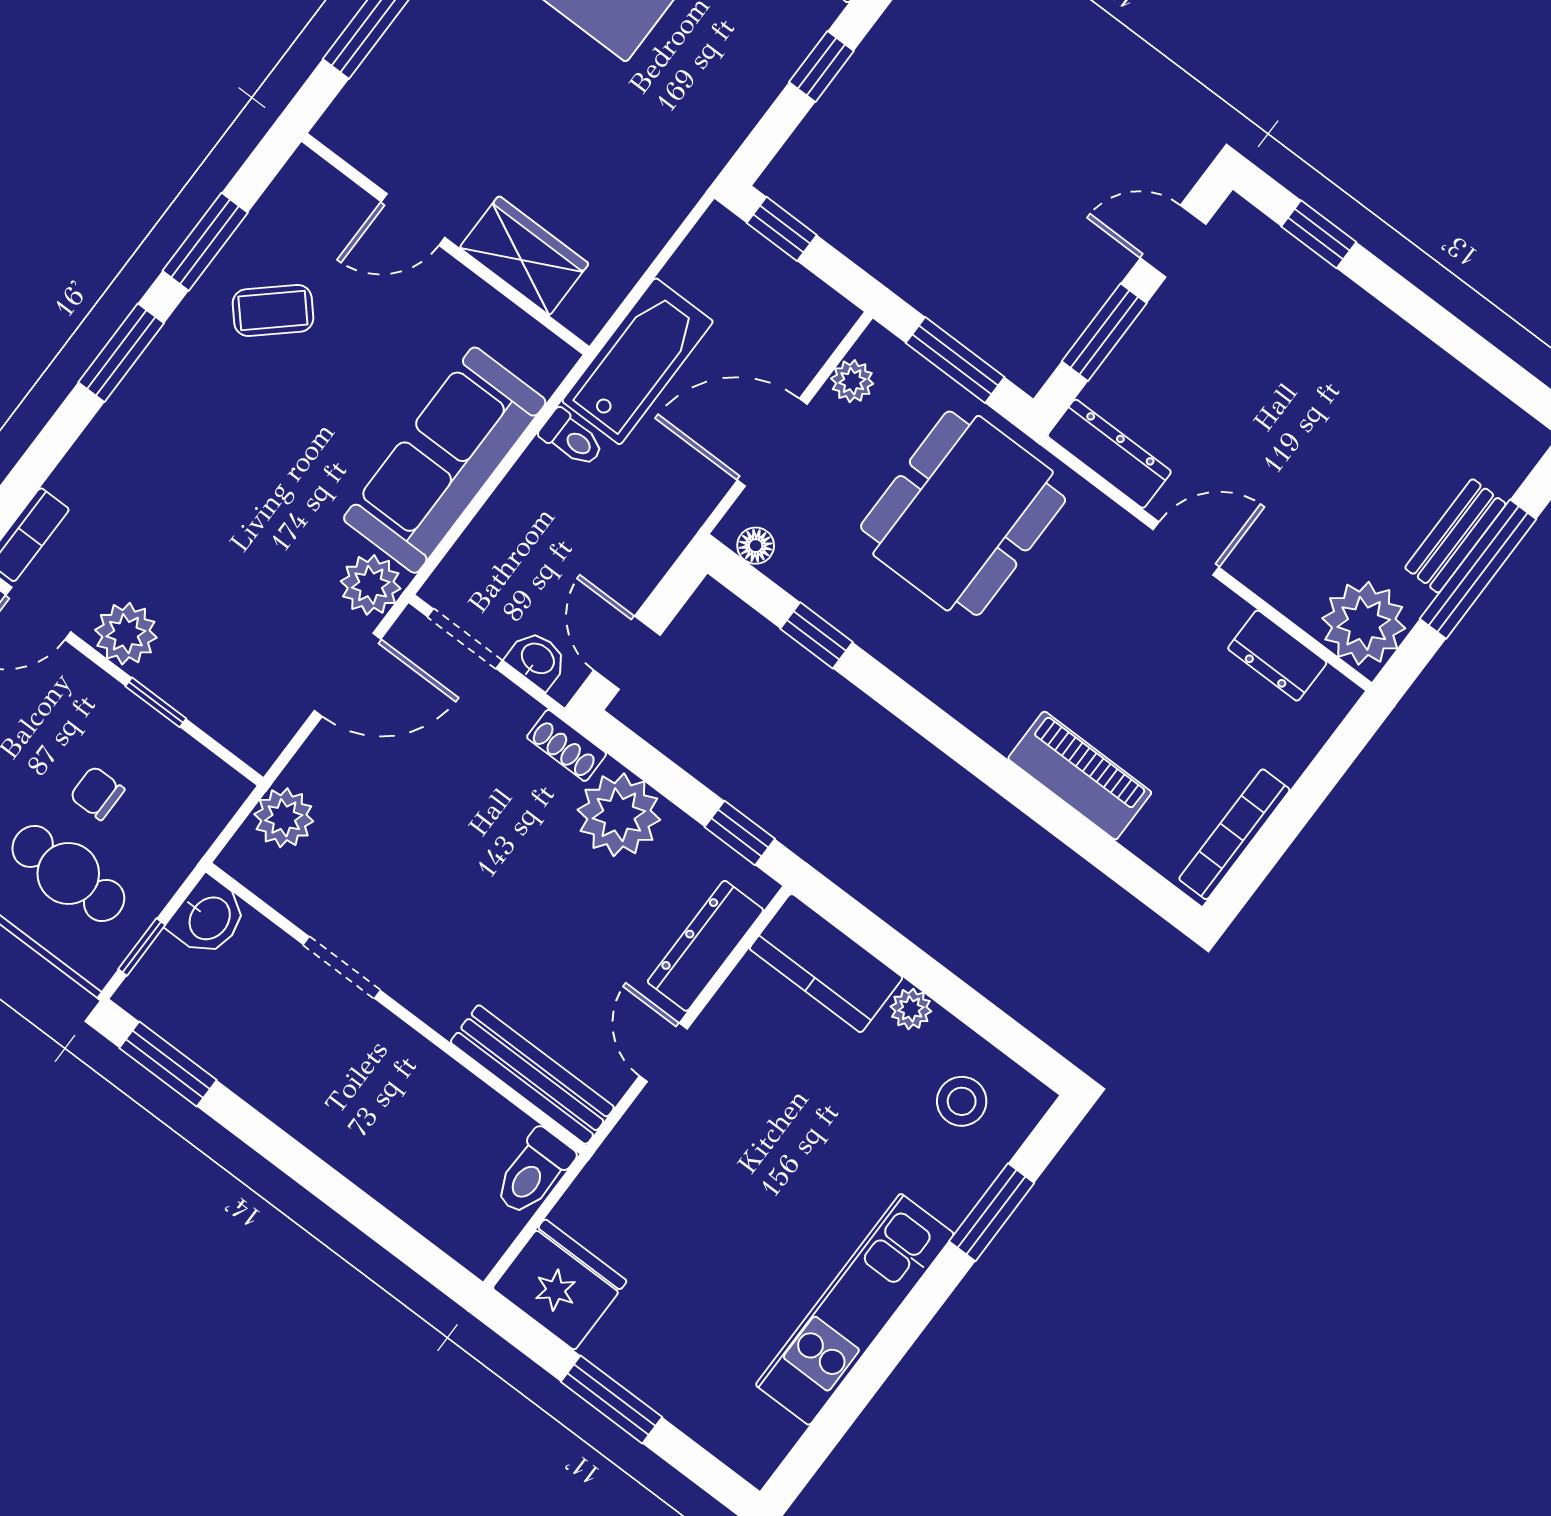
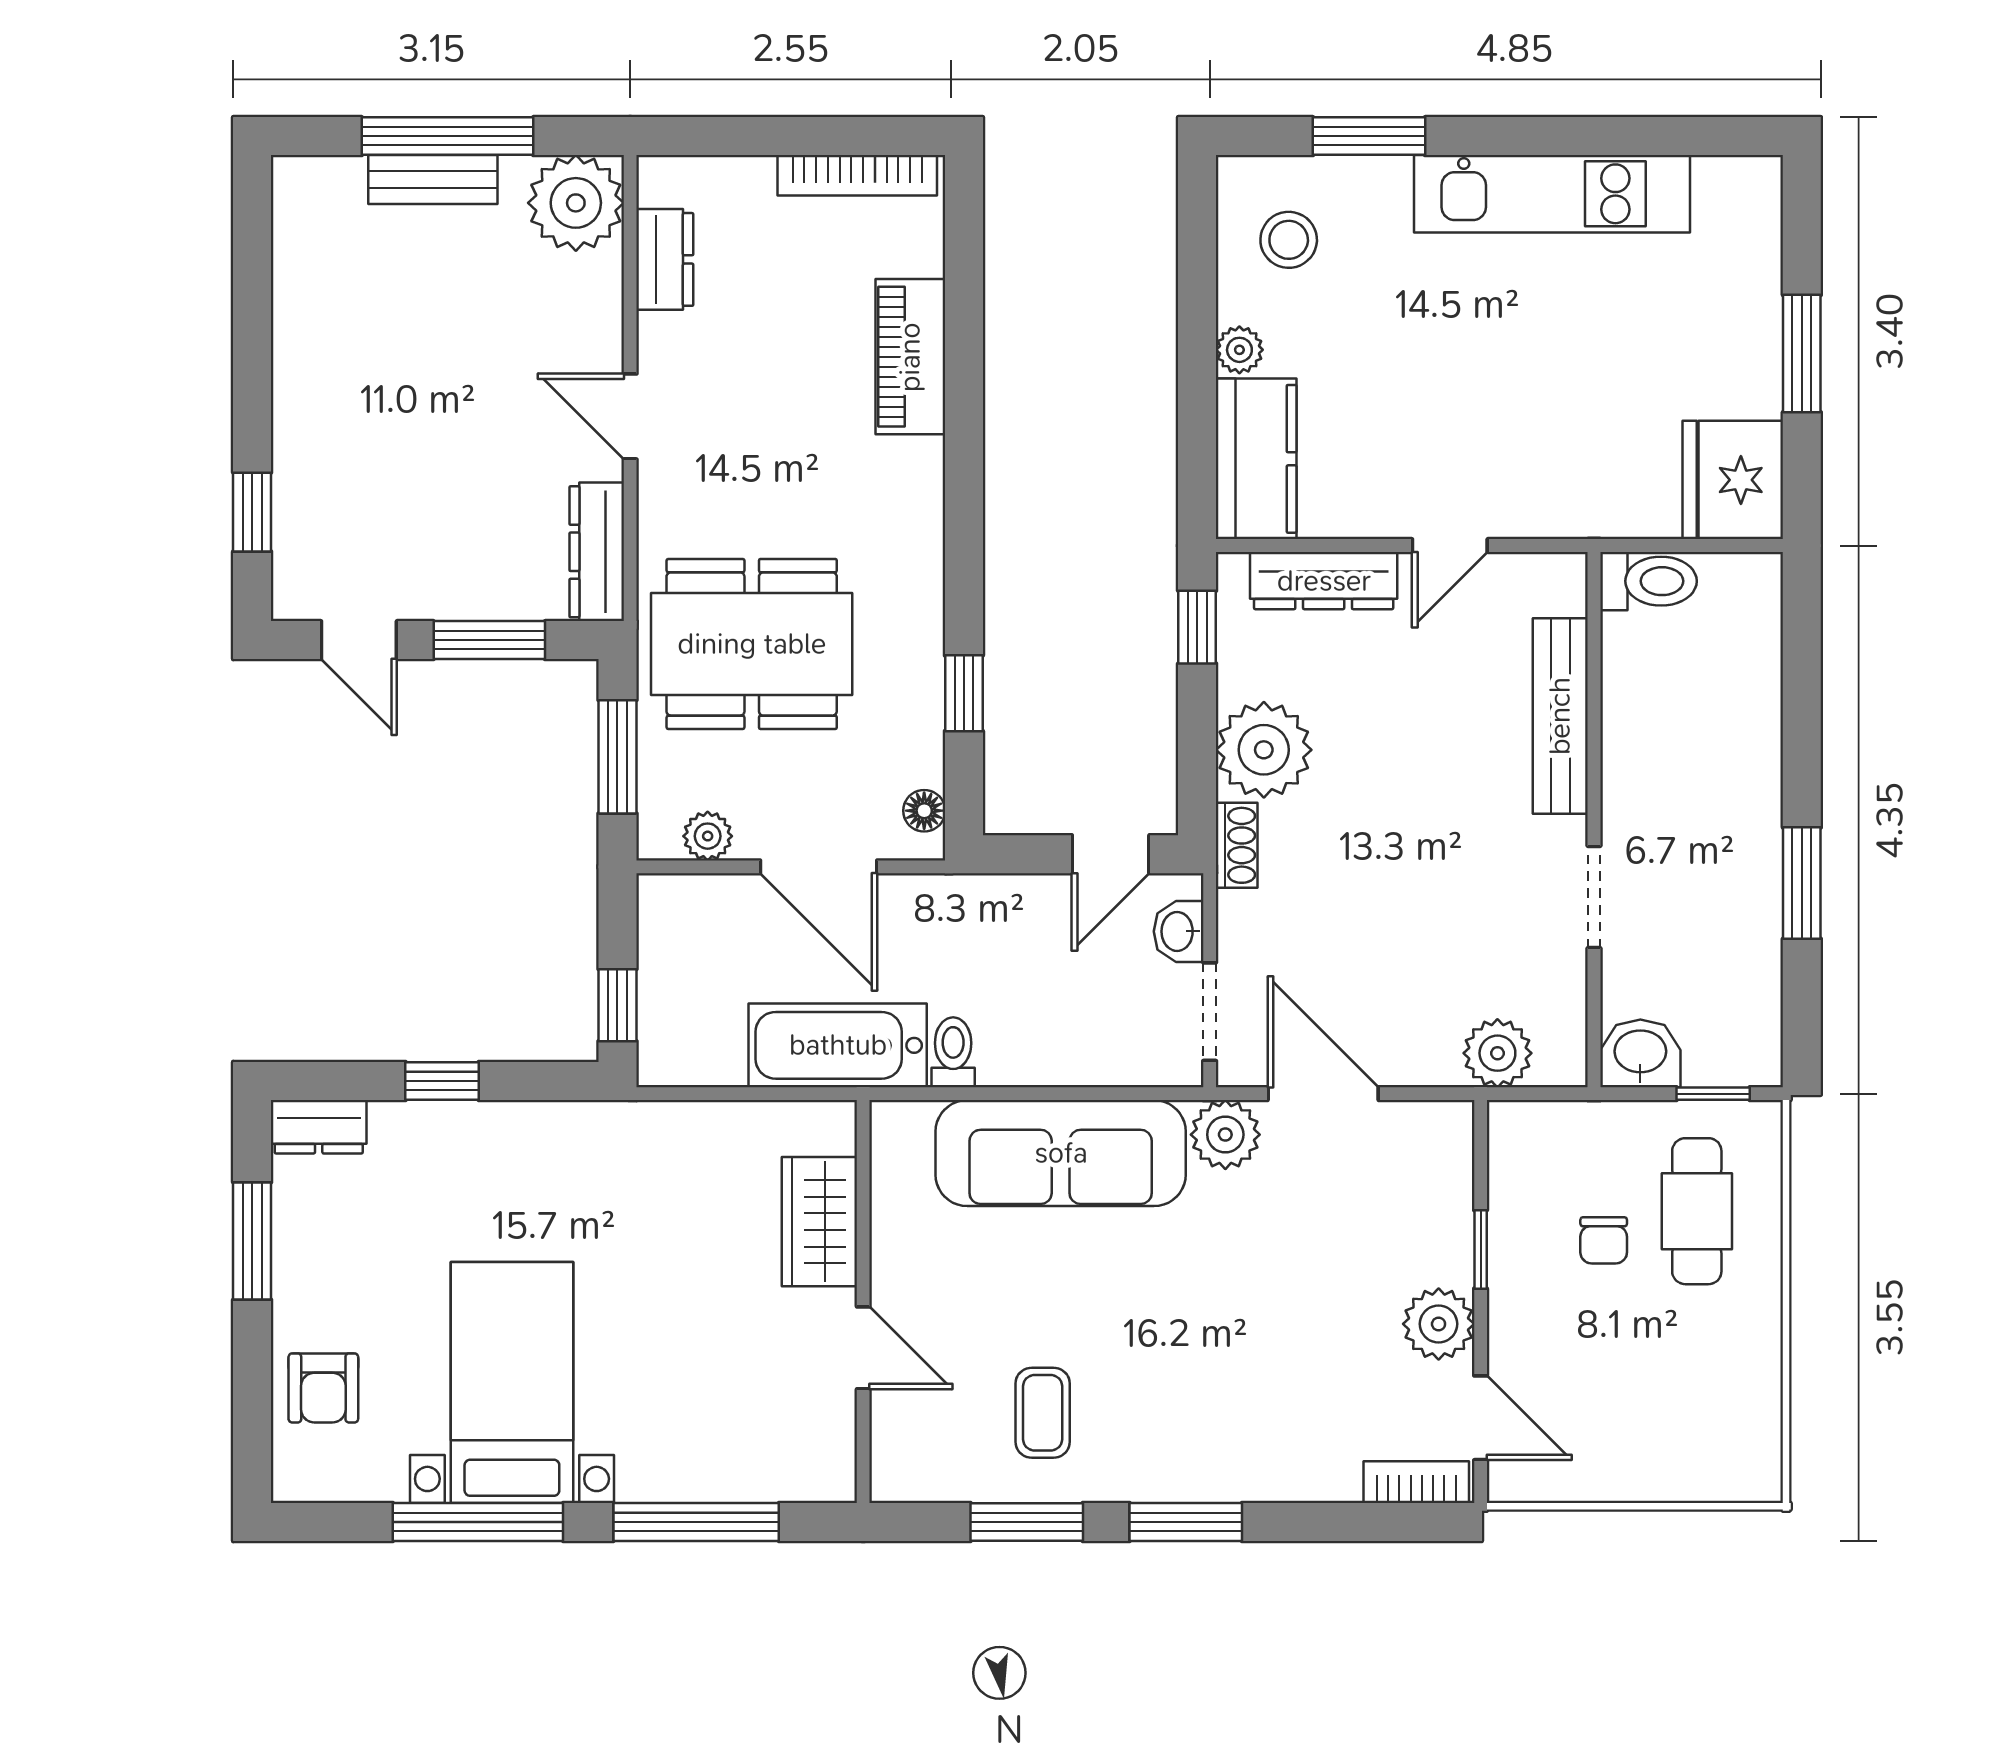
coffee table: (273, 311) -> (1043, 1413), turned 42
window: (168, 1064) -> (1802, 883), moved
bench: (532, 1075) -> (1560, 716), moved

